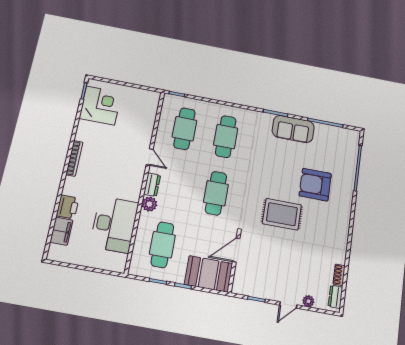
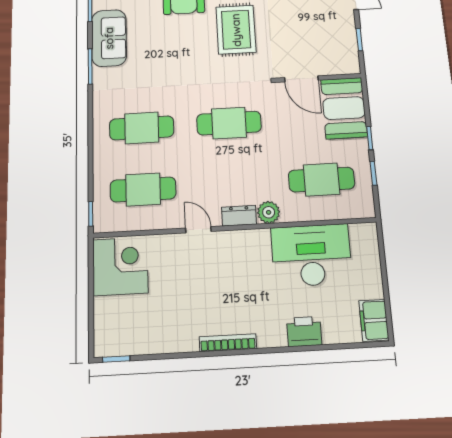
corner desk: (100, 106) -> (120, 266), moved, turned 90
door: (150, 157) -> (198, 230), hinge flipped
filing cabinet: (61, 231) -> (374, 320), moved, turned -90

